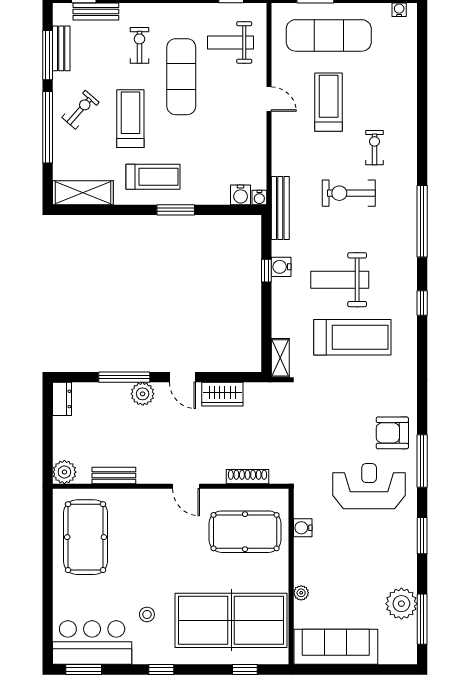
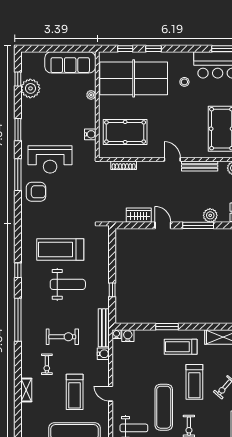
water cooler: (281, 267) -> (103, 354), moved
shelving: (280, 358) -> (26, 390), moved
plant: (143, 394) -> (210, 215), moved
bench: (114, 475) -> (200, 166), width x1.36
door: (186, 486) -> (172, 159), moved
window: (422, 619) -> (18, 79), width x0.46
window: (161, 669) -> (153, 49), moved

